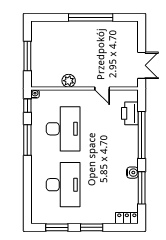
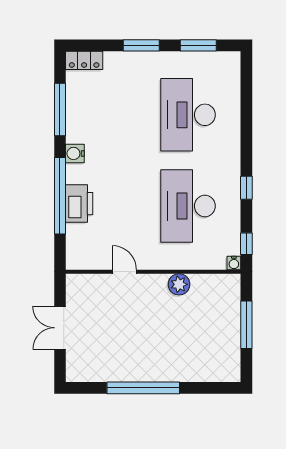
double door: (142, 65) -> (60, 328), moved
printer: (130, 113) -> (79, 204), moved
window: (27, 140) -> (246, 188), width x0.46
water cooler: (132, 173) -> (75, 153), moved

